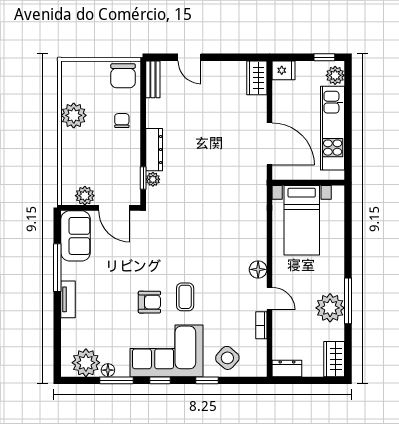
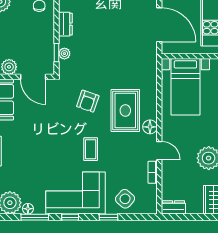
dresser: (154, 150) -> (65, 24), width x0.70
rug: (228, 249) -> (125, 110), added
armchair: (149, 302) -> (88, 101), moved, turned 109

